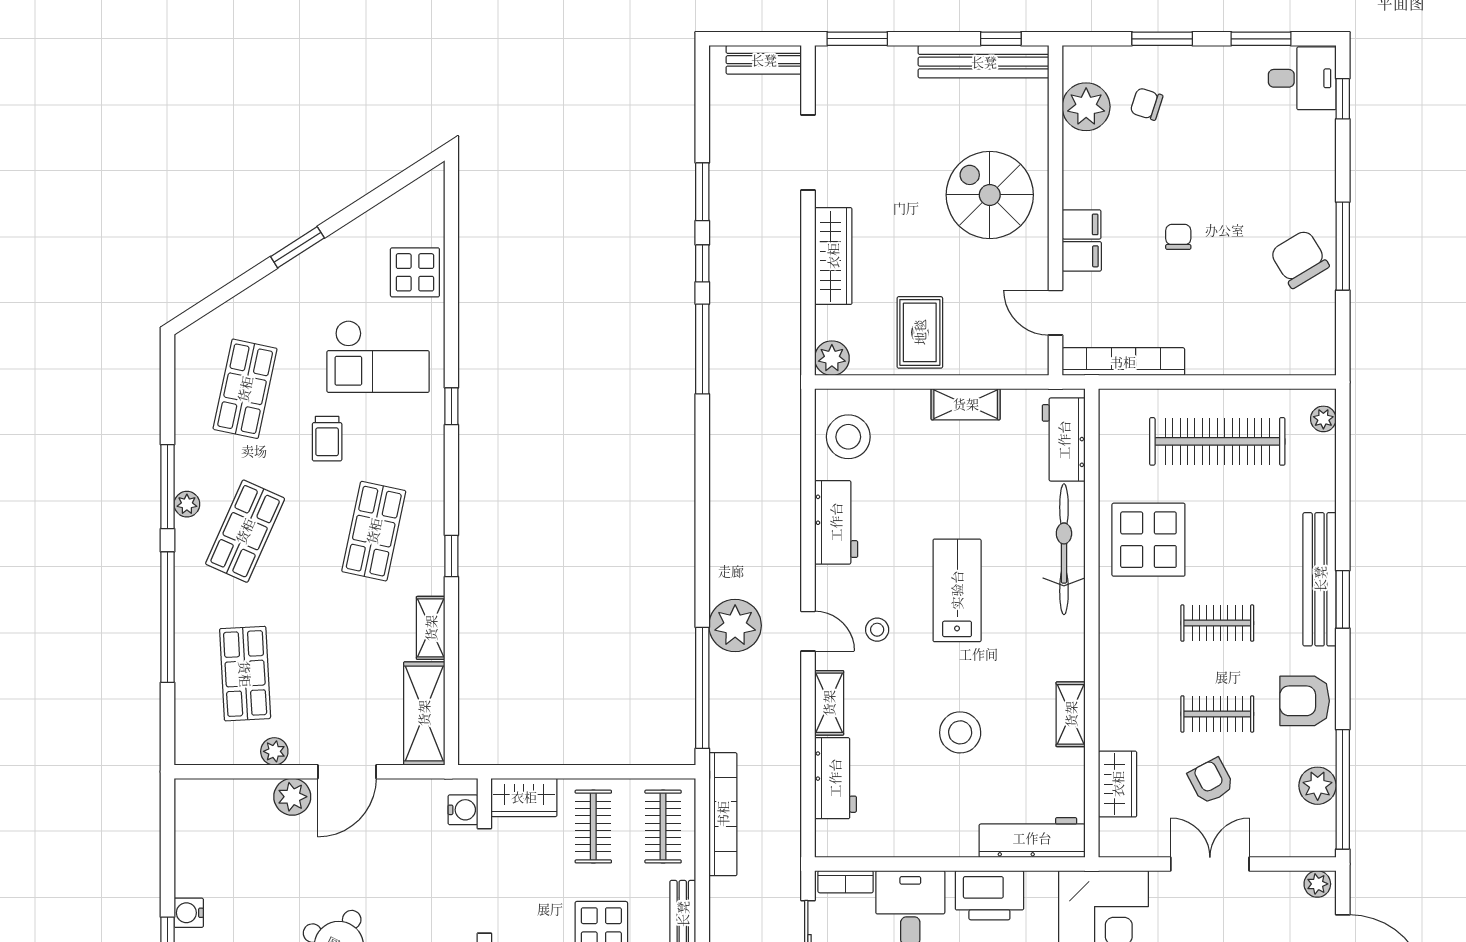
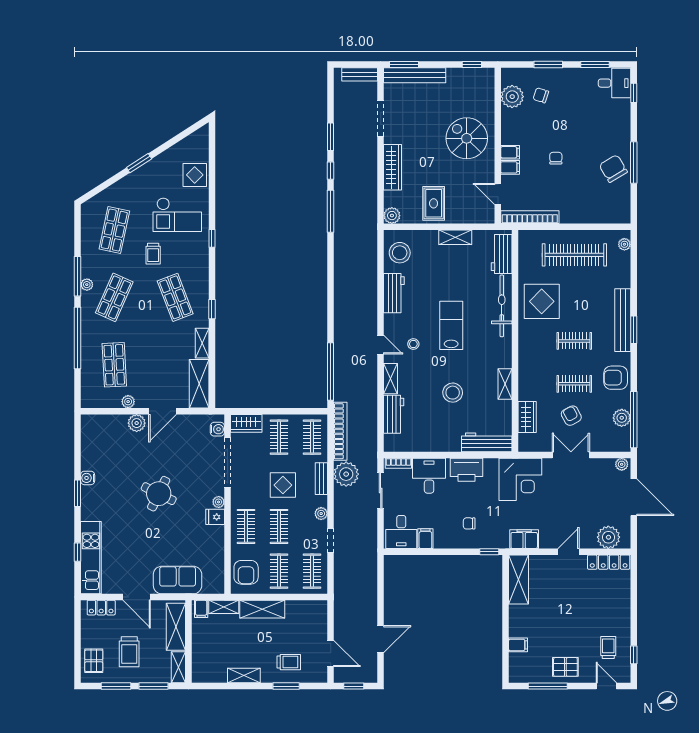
bench: (984, 62) -> (415, 75), moved
shop shelf: (374, 531) -> (175, 297), turned -33
plant: (735, 626) -> (346, 474), moved

